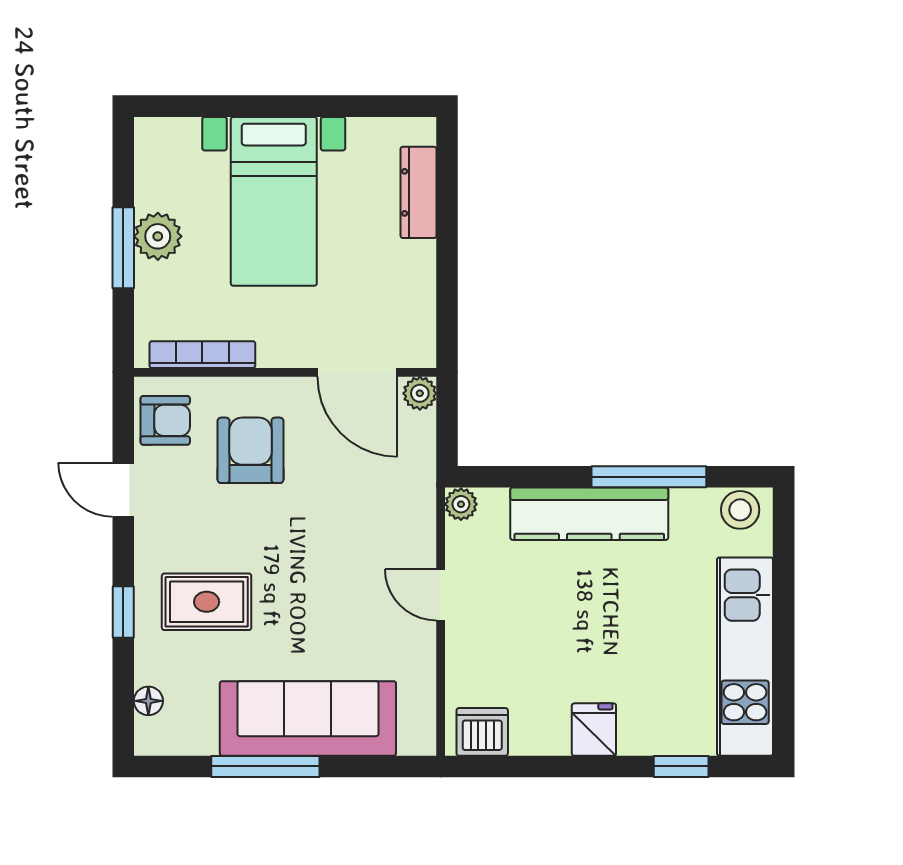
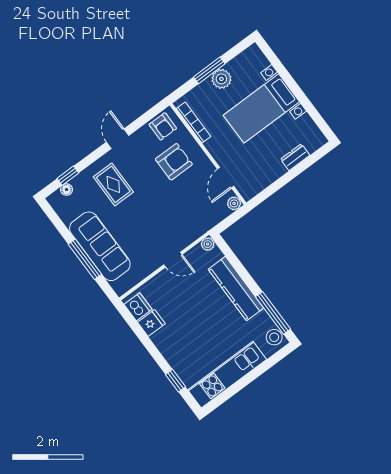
dresser: (419, 192) -> (295, 157), width x0.70
door: (357, 372) -> (226, 178), width x0.73
window: (649, 477) -> (273, 313), moved
door: (123, 490) -> (118, 139), moved
door: (441, 595) -> (173, 260), swing flipped
window: (123, 612) -> (68, 176), moved
fridge: (594, 730) -> (151, 323), moved
window: (265, 766) -> (85, 259), moved

